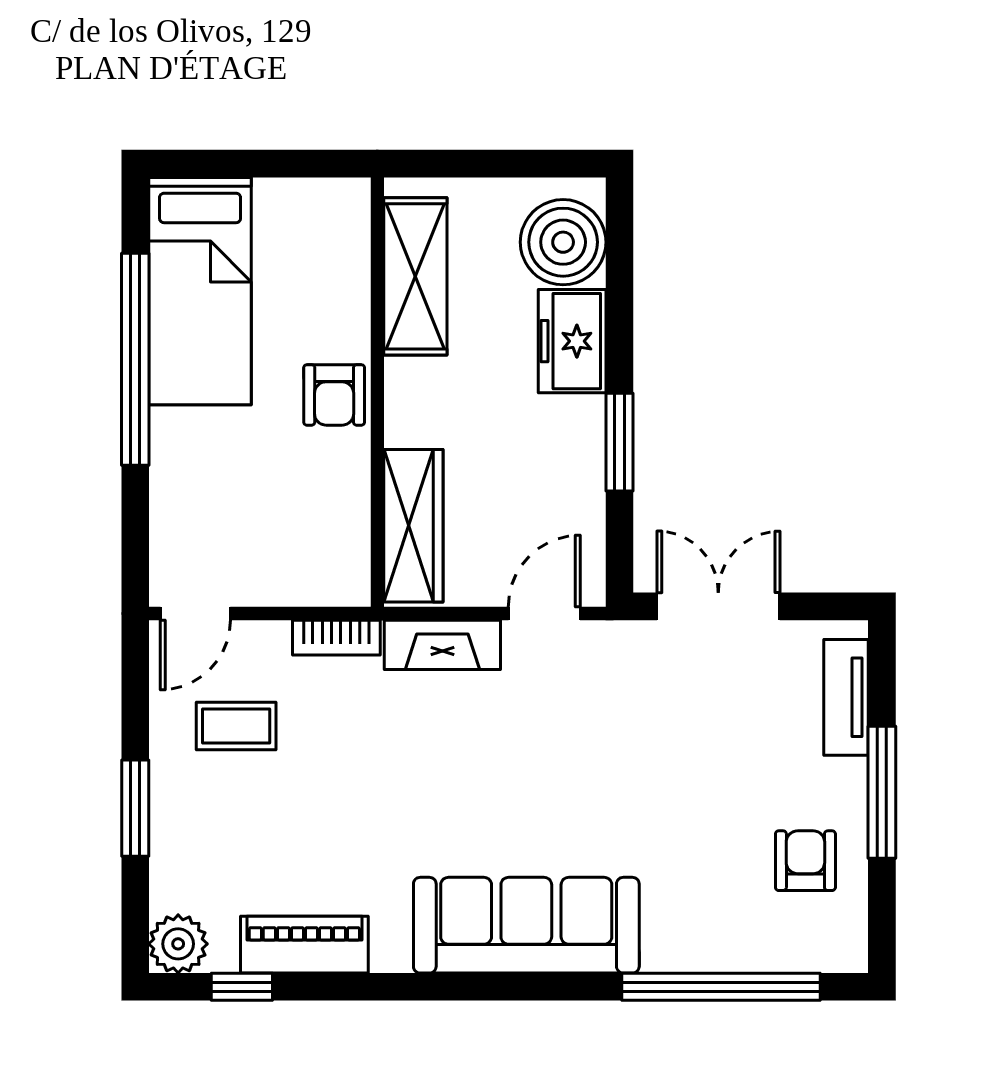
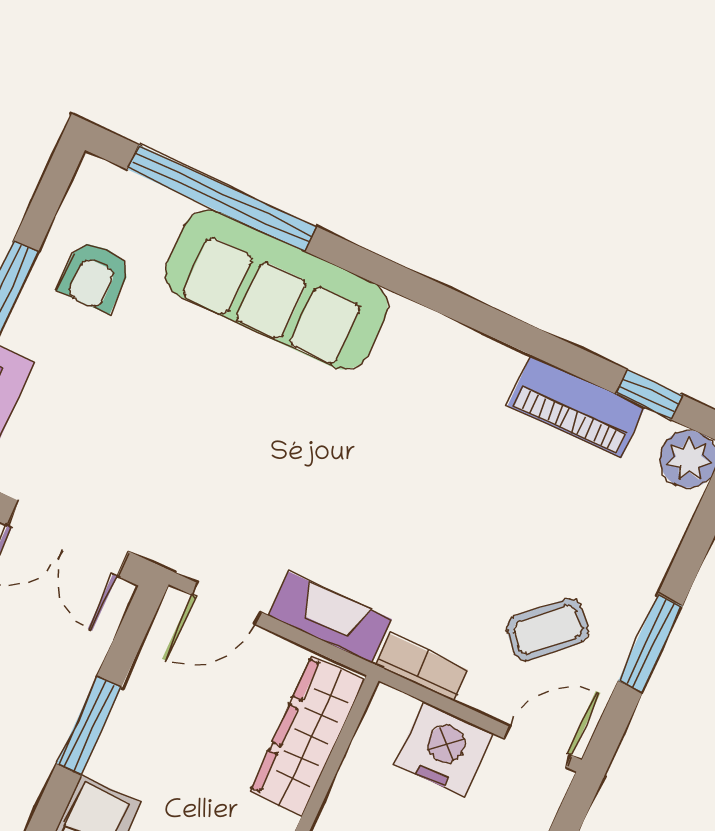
nightstand: (281, 571) -> (444, 749), added
coffee table: (236, 726) -> (548, 630), turned -43
window: (135, 808) -> (650, 643), moved
sofa: (526, 925) -> (276, 290), moved

